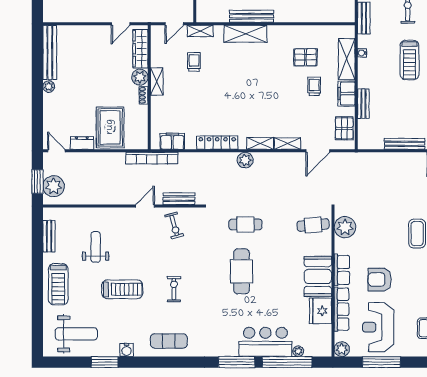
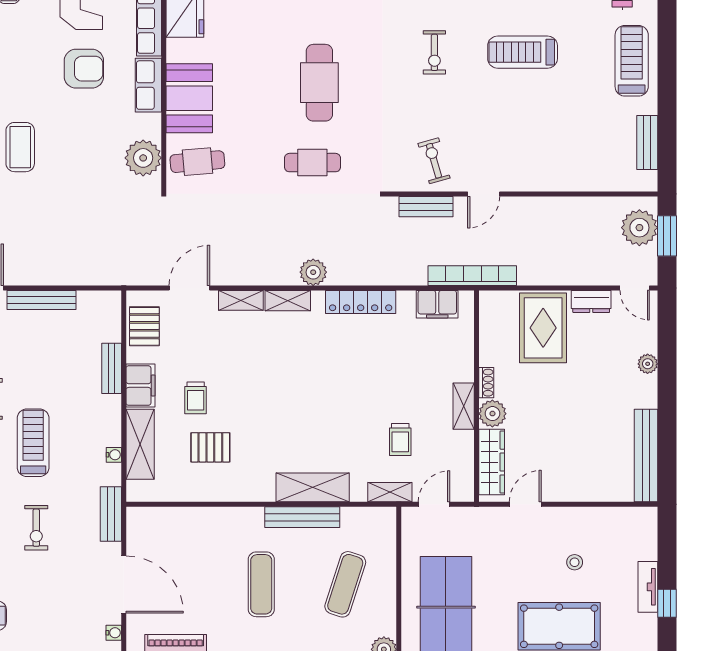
plant: (49, 87) -> (648, 364), moved
weight bench: (96, 247) -> (568, 124), removed
booth: (318, 276) -> (189, 98), moved

